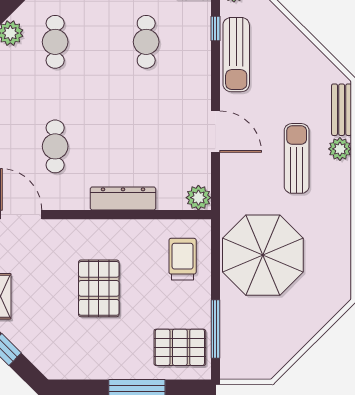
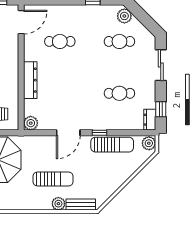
window: (215, 29) -> (100, 133), moved
sun lounger: (236, 55) -> (112, 145), turned 180

